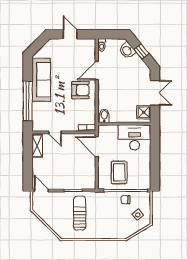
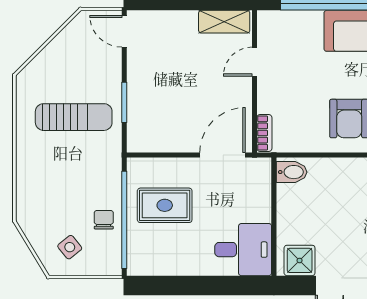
desk: (135, 137) -> (243, 250), width x0.73
door: (41, 191) -> (124, 31), swing flipped

